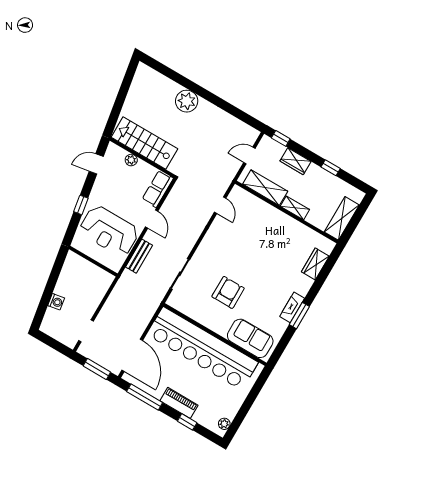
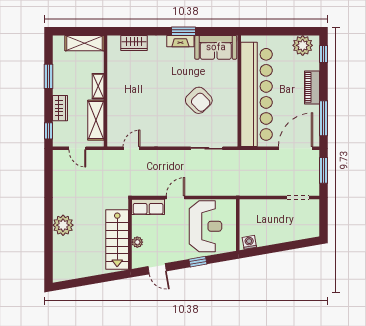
window: (331, 168) -> (49, 76), width x1.50
bench: (139, 256) -> (212, 190), removed
armchair: (228, 292) -> (199, 100), turned -134
washing machine: (56, 302) -> (249, 242), moved
sofa: (250, 338) -> (216, 47), moved, turned -90
window: (187, 422) -> (324, 54), moved
plant: (224, 424) -> (303, 45), width x1.88, depth x1.88

